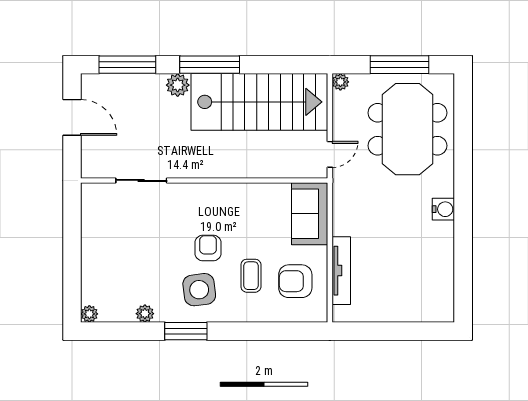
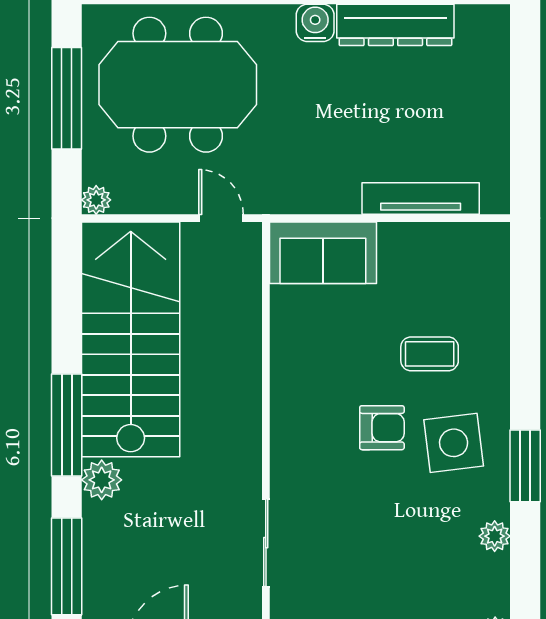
armchair: (208, 248) -> (382, 428), turned 180
dresser: (442, 256) -> (395, 25), added
armchair: (295, 281) -> (439, 278), removed

